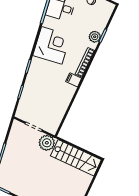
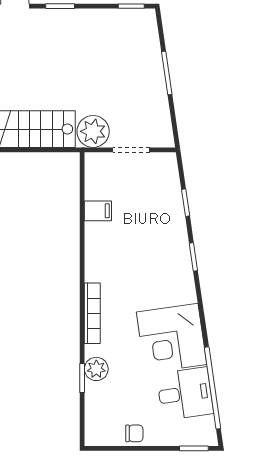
corner desk: (52, 45) -> (172, 338), moved
filing cabinet: (74, 80) -> (98, 211), moved

